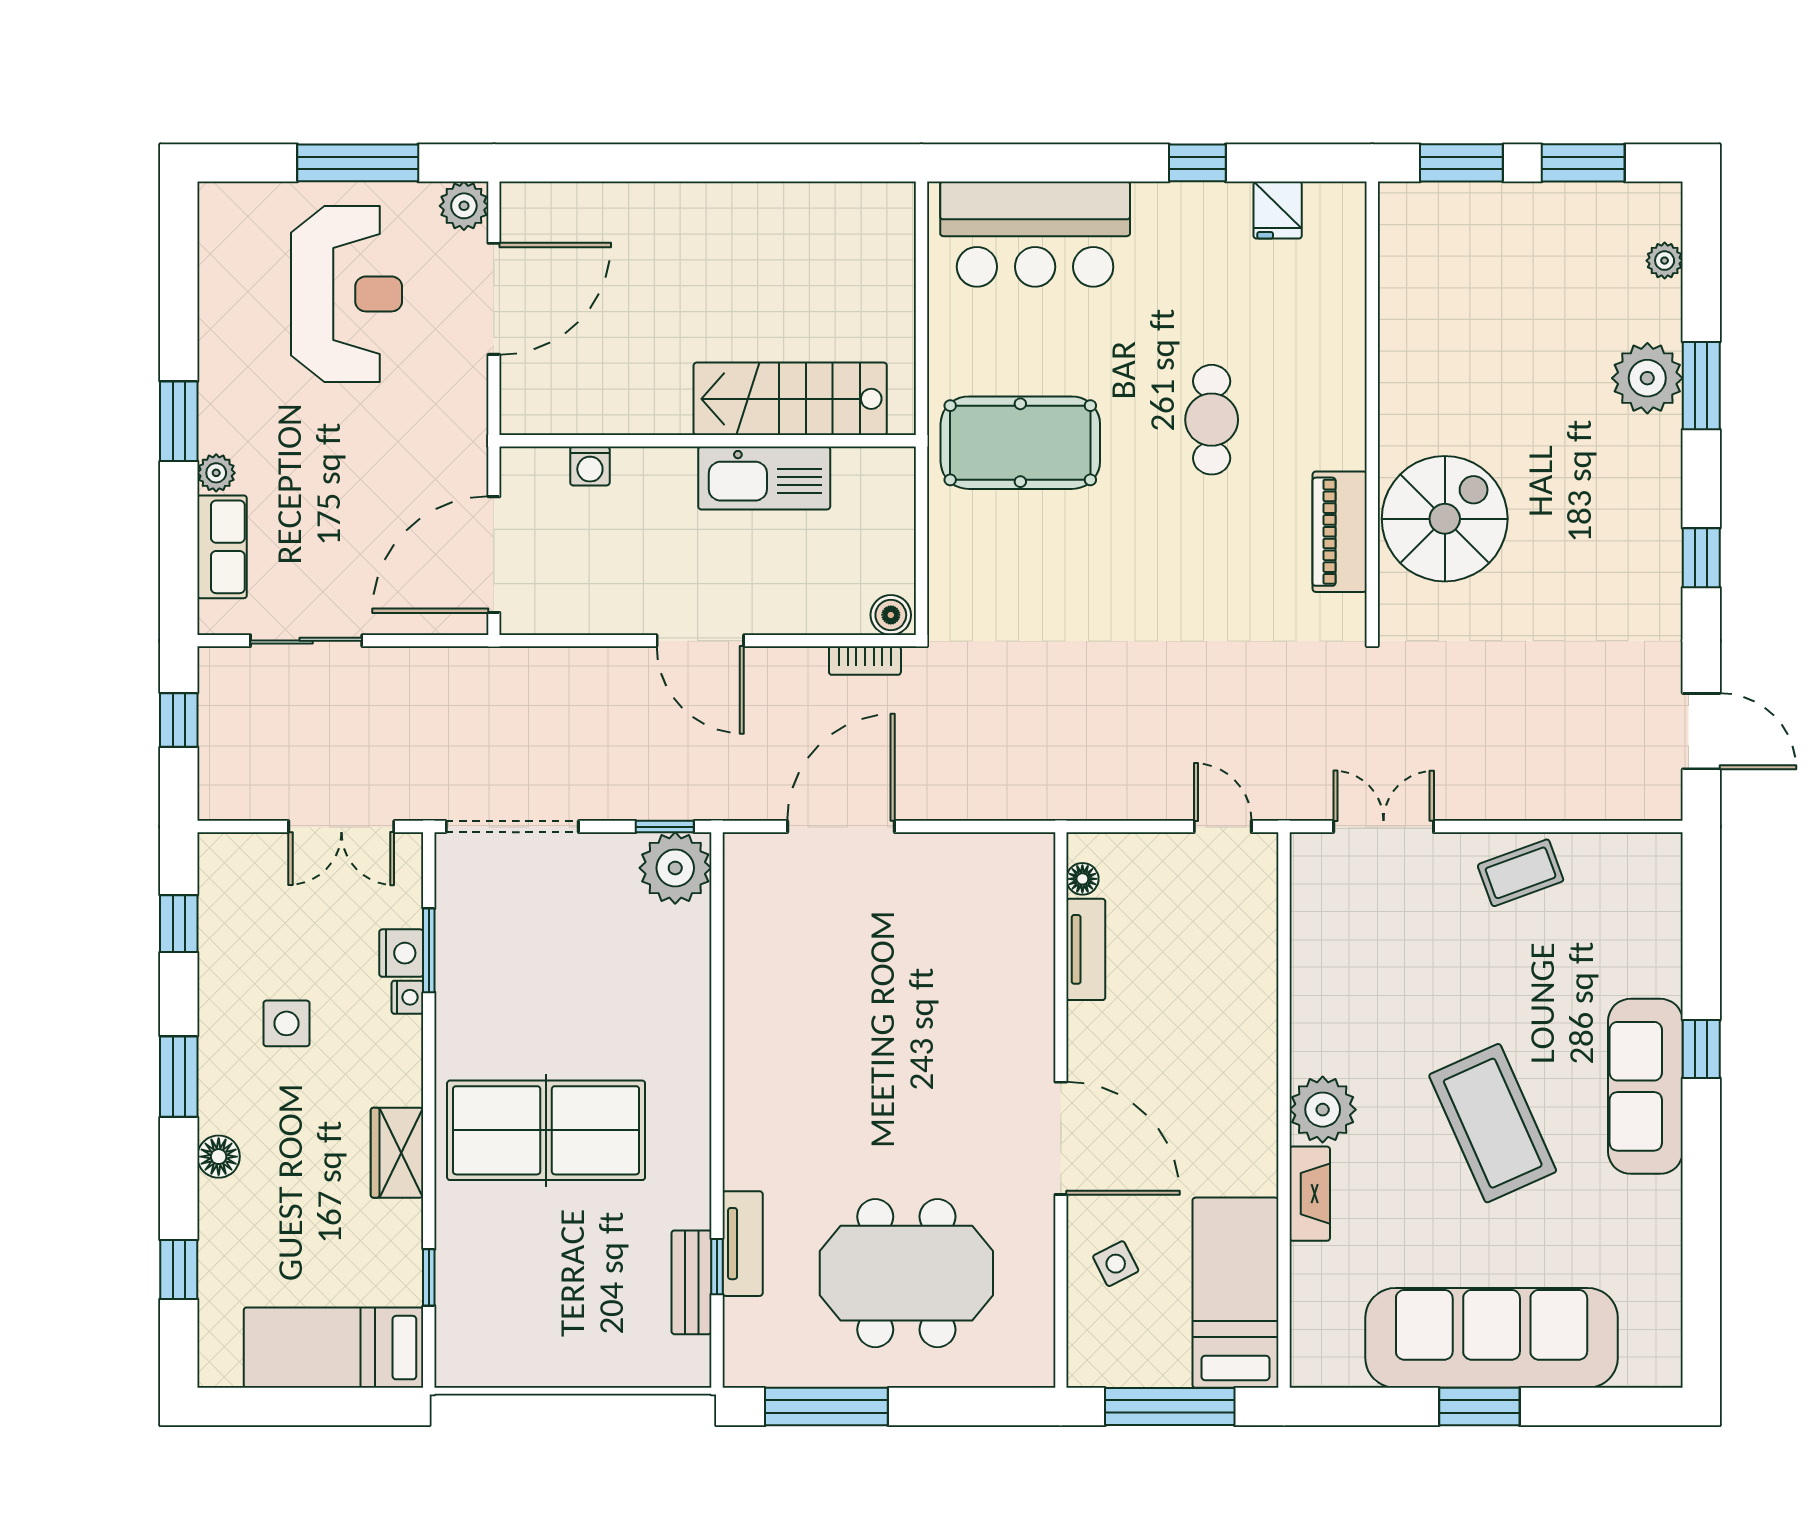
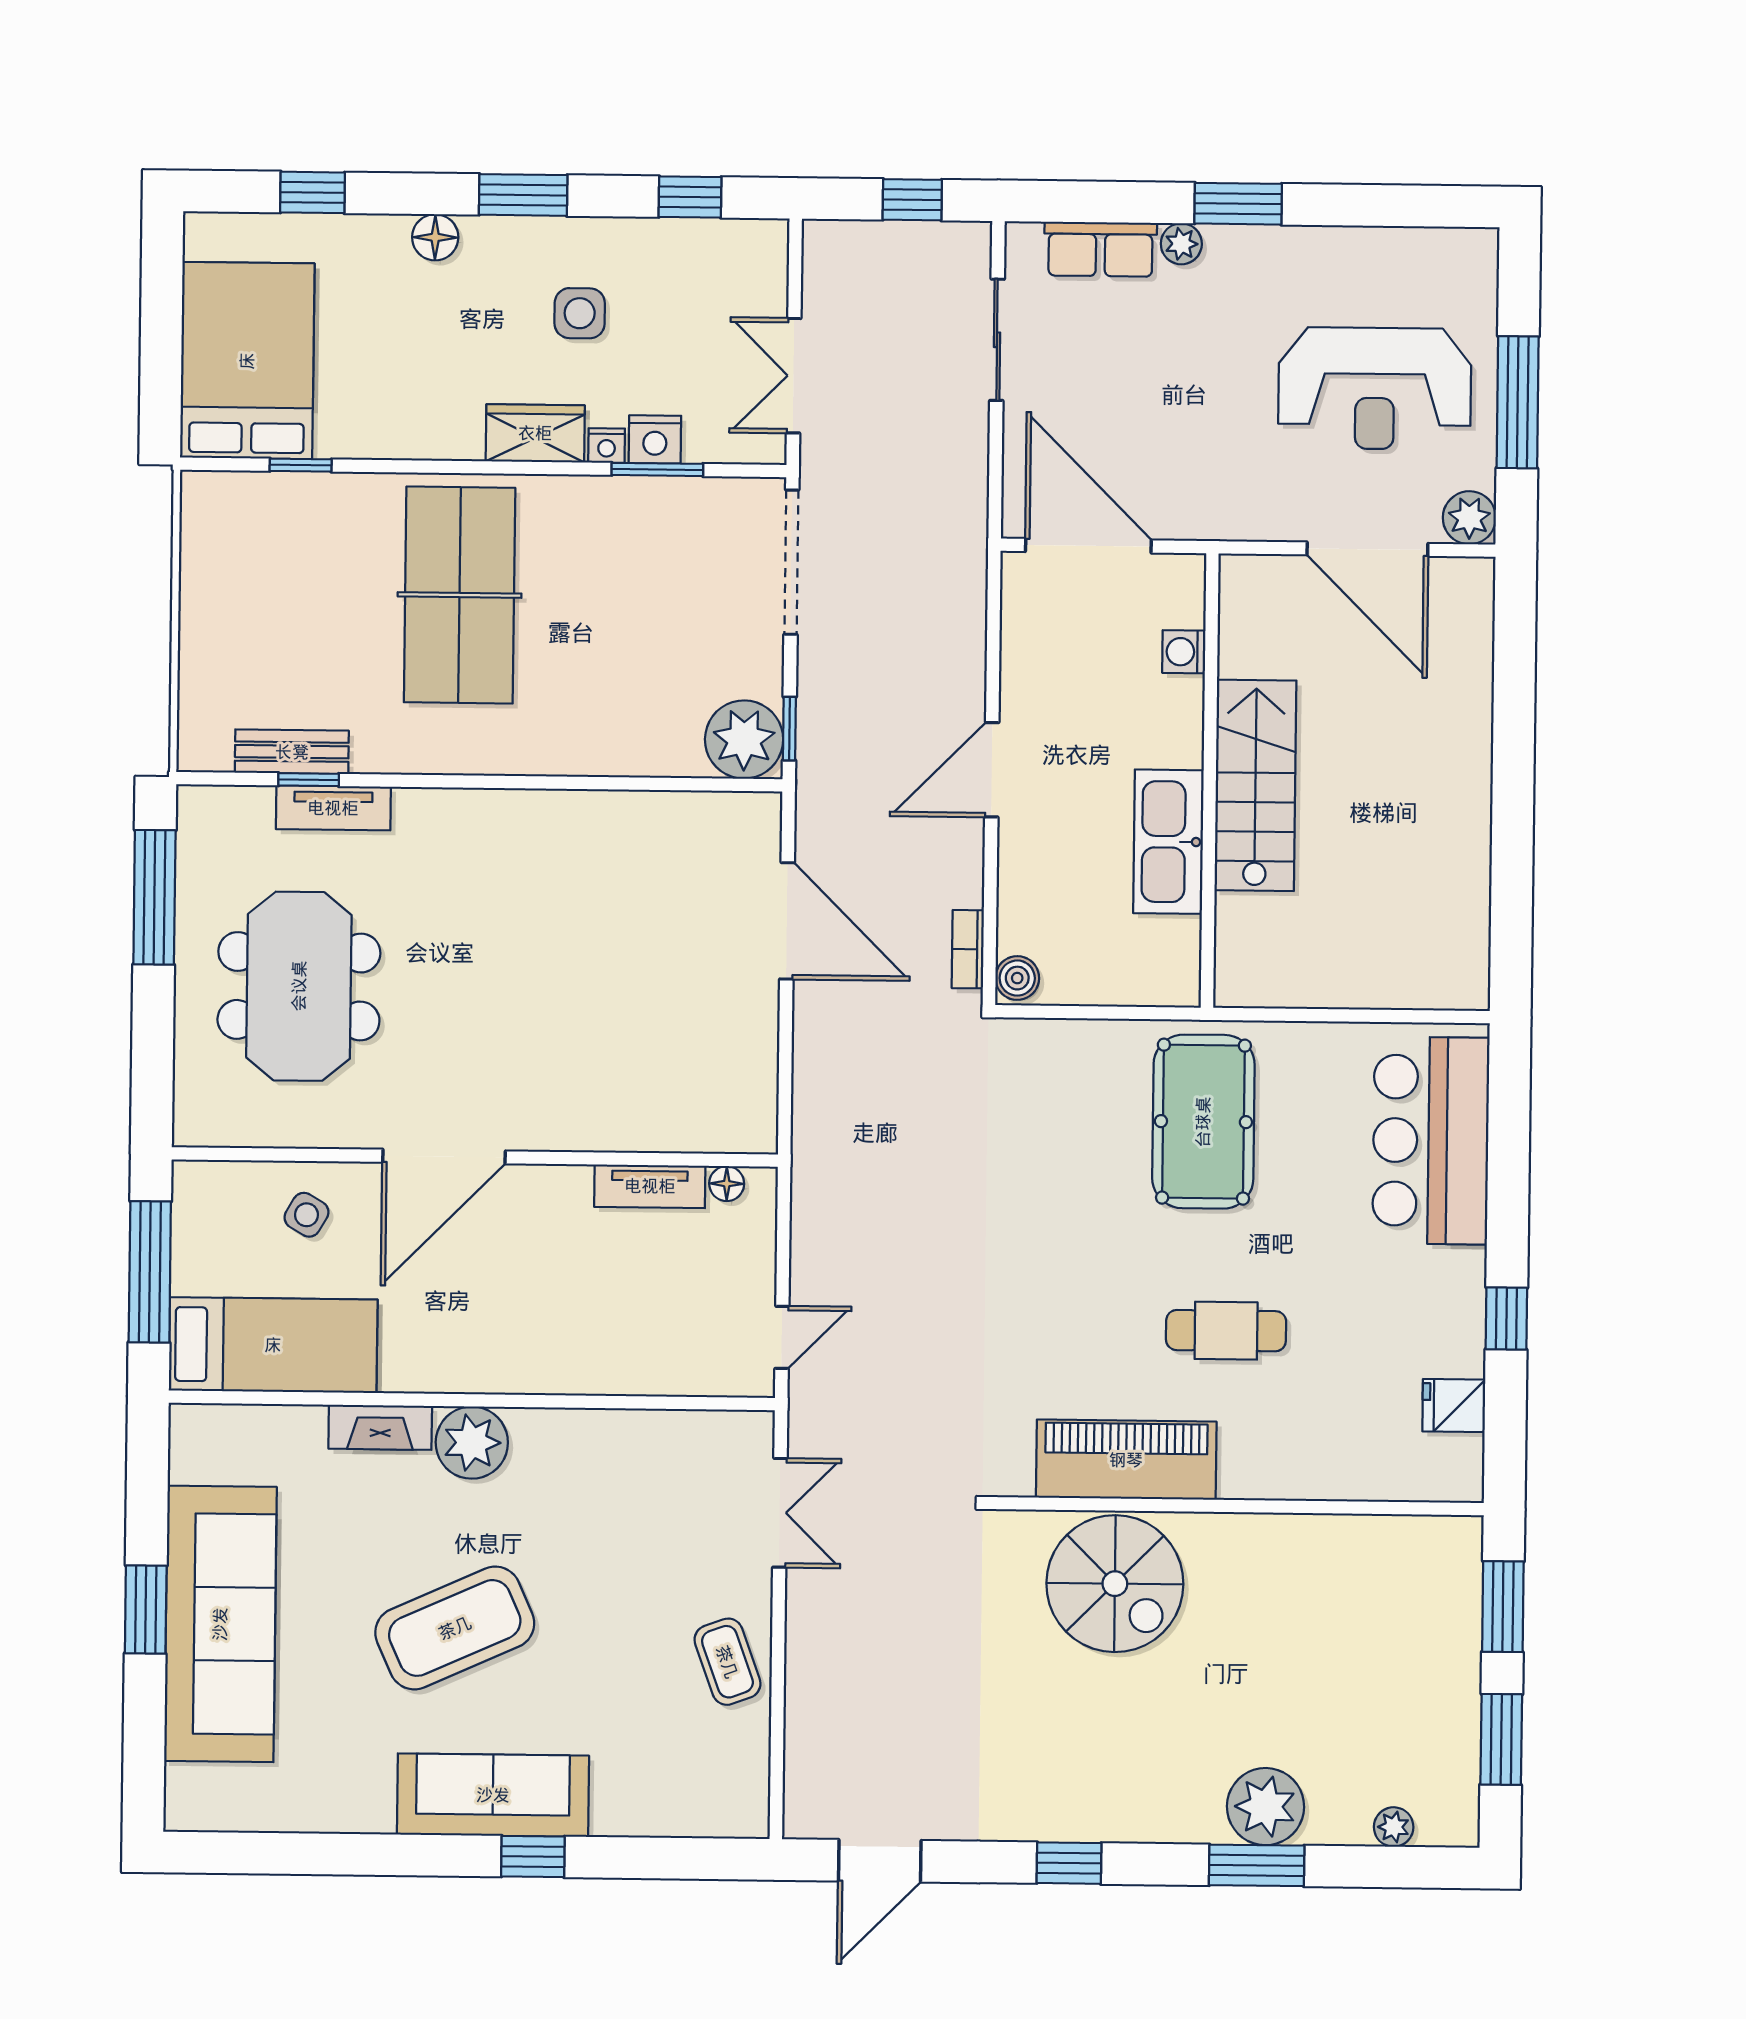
stairs: (790, 399) -> (1255, 785), moved
piano: (1340, 532) -> (1126, 1460), width x1.37, depth x1.33
wardrobe: (397, 1153) -> (535, 433), moved
side table: (1116, 1264) -> (306, 1215), turned -33
bed: (334, 1348) -> (247, 361), width x1.50

